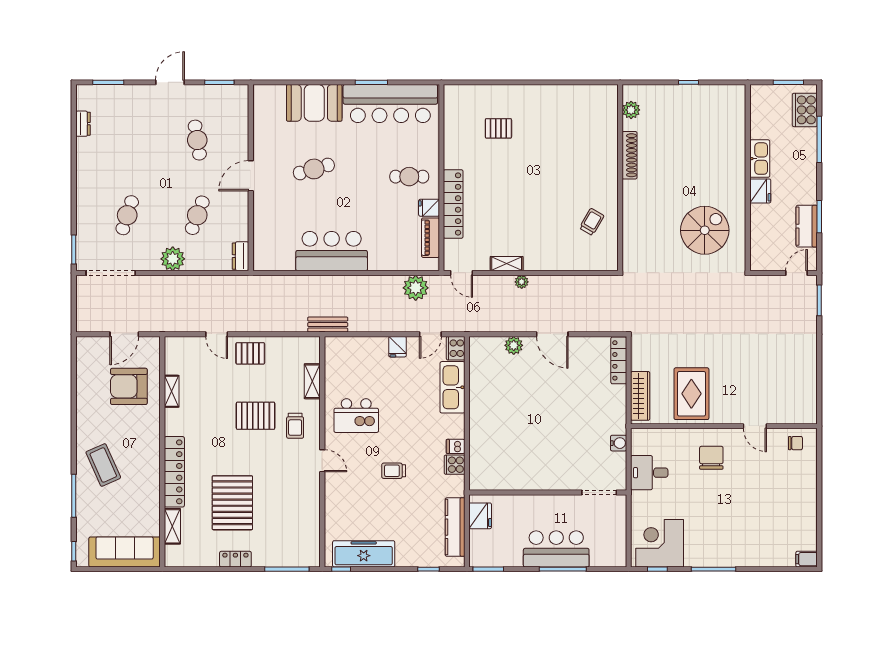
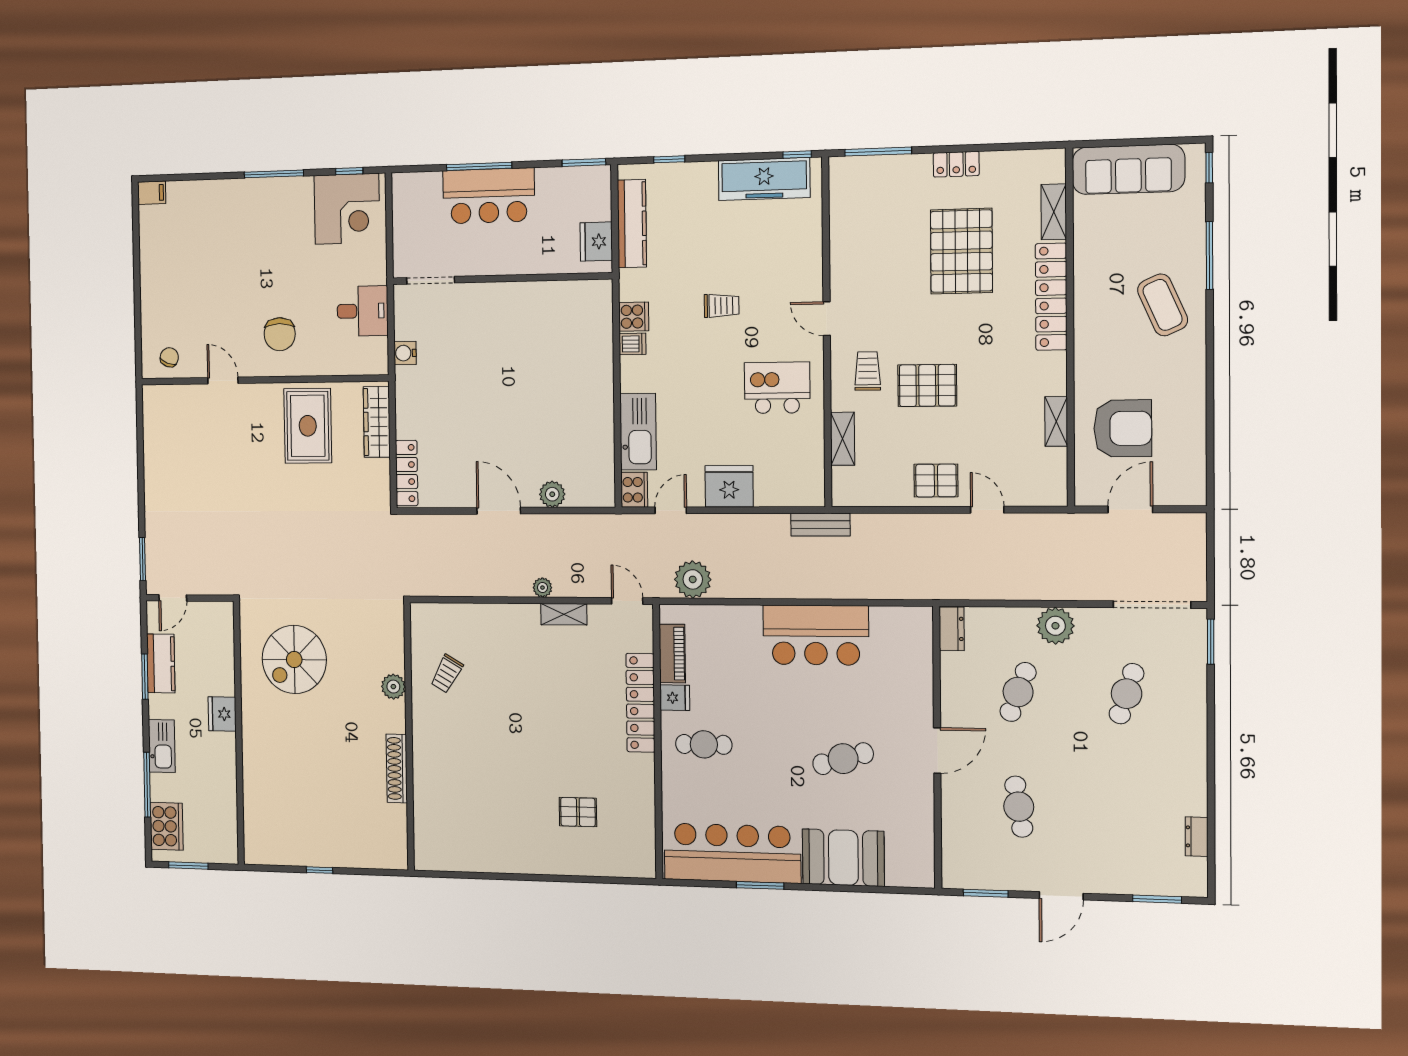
plant: (631, 110) -> (393, 687), moved
kitchen sink: (760, 159) -> (162, 746), moved, turned 180
fridge: (397, 347) -> (729, 486), width x1.88, depth x1.34
chair: (795, 443) -> (169, 357), turned 111

